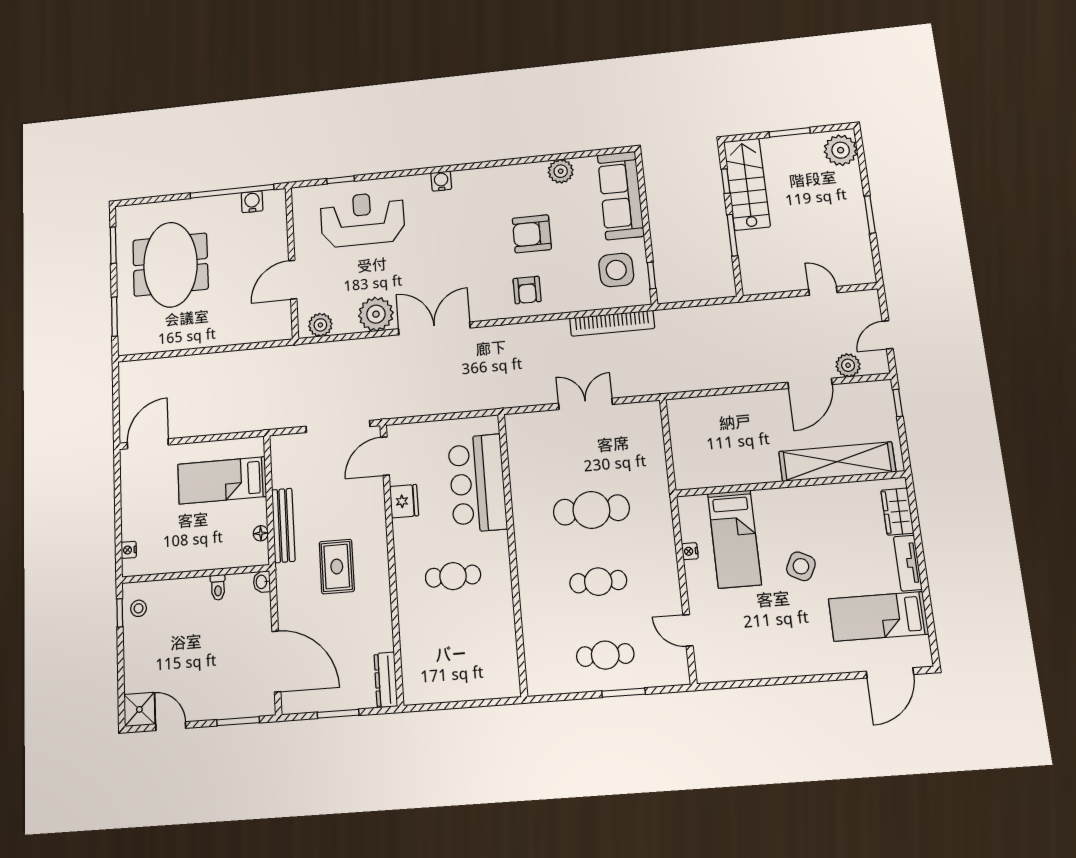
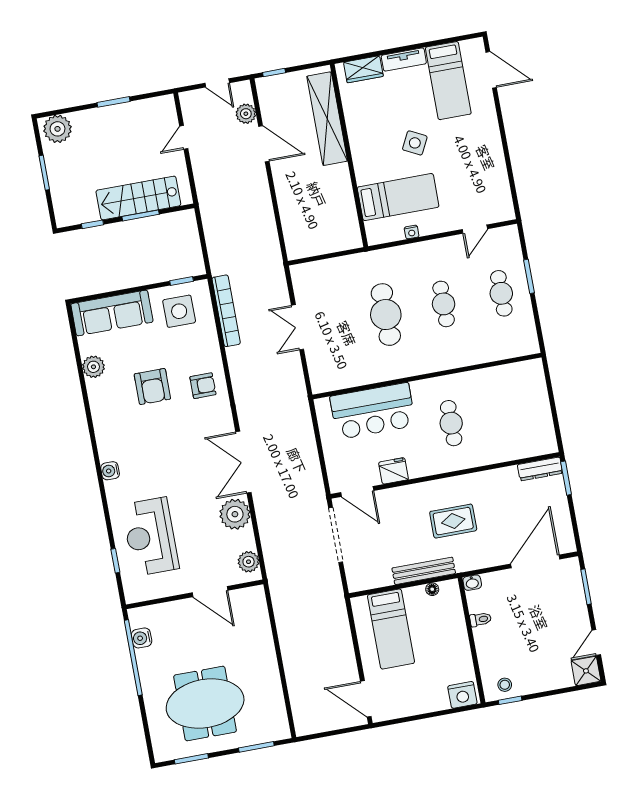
stairs: (747, 184) -> (138, 198), moved
nightstand: (129, 550) -> (462, 695), width x1.89, depth x1.79
window: (338, 714) -> (566, 478), moved

